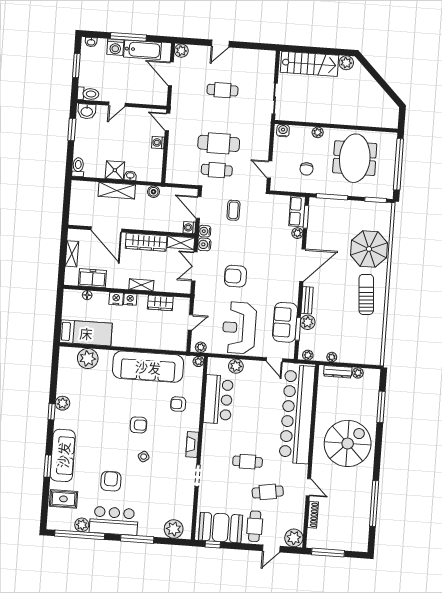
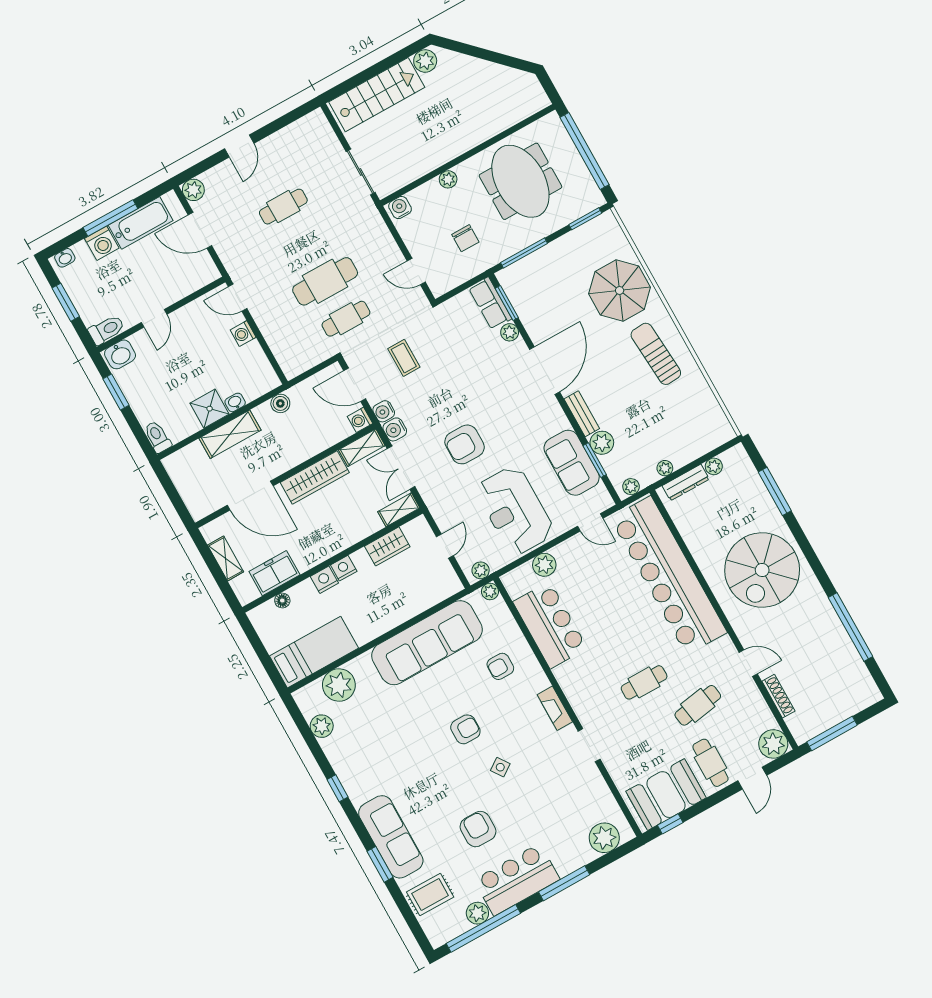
shelving: (141, 285) -> (399, 510), moved
plant: (62, 403) -> (322, 726), moved
spiral stairs: (348, 443) -> (762, 570), turned 180

